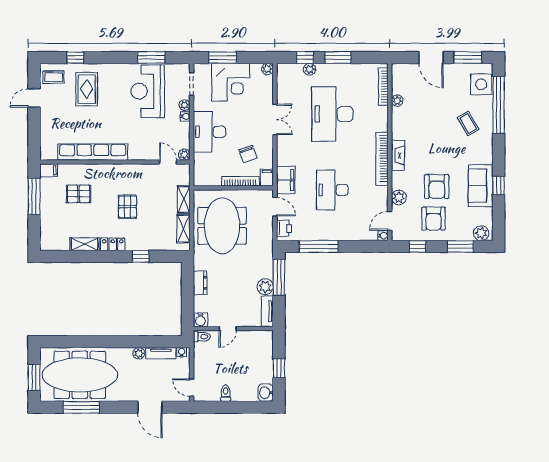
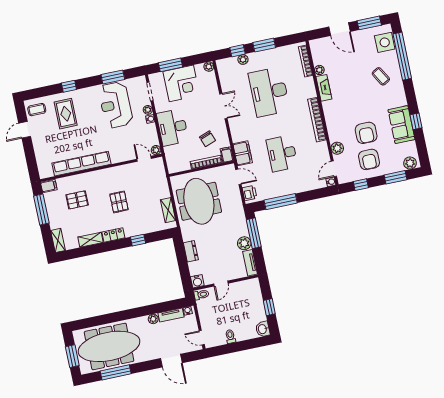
window: (75, 58) -> (69, 86), moved
fireplace: (398, 155) -> (324, 88), moved
shelving: (184, 199) -> (58, 240), moved

